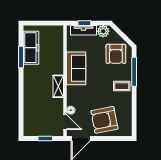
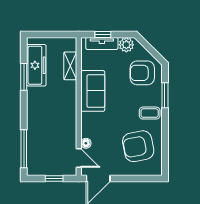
armchair: (116, 54) -> (142, 73), turned 90
window: (134, 72) -> (165, 95), width x0.69
shelving: (58, 86) -> (70, 66), moved
window: (21, 115) -> (24, 149), added
armchair: (104, 120) -> (138, 146), moved

